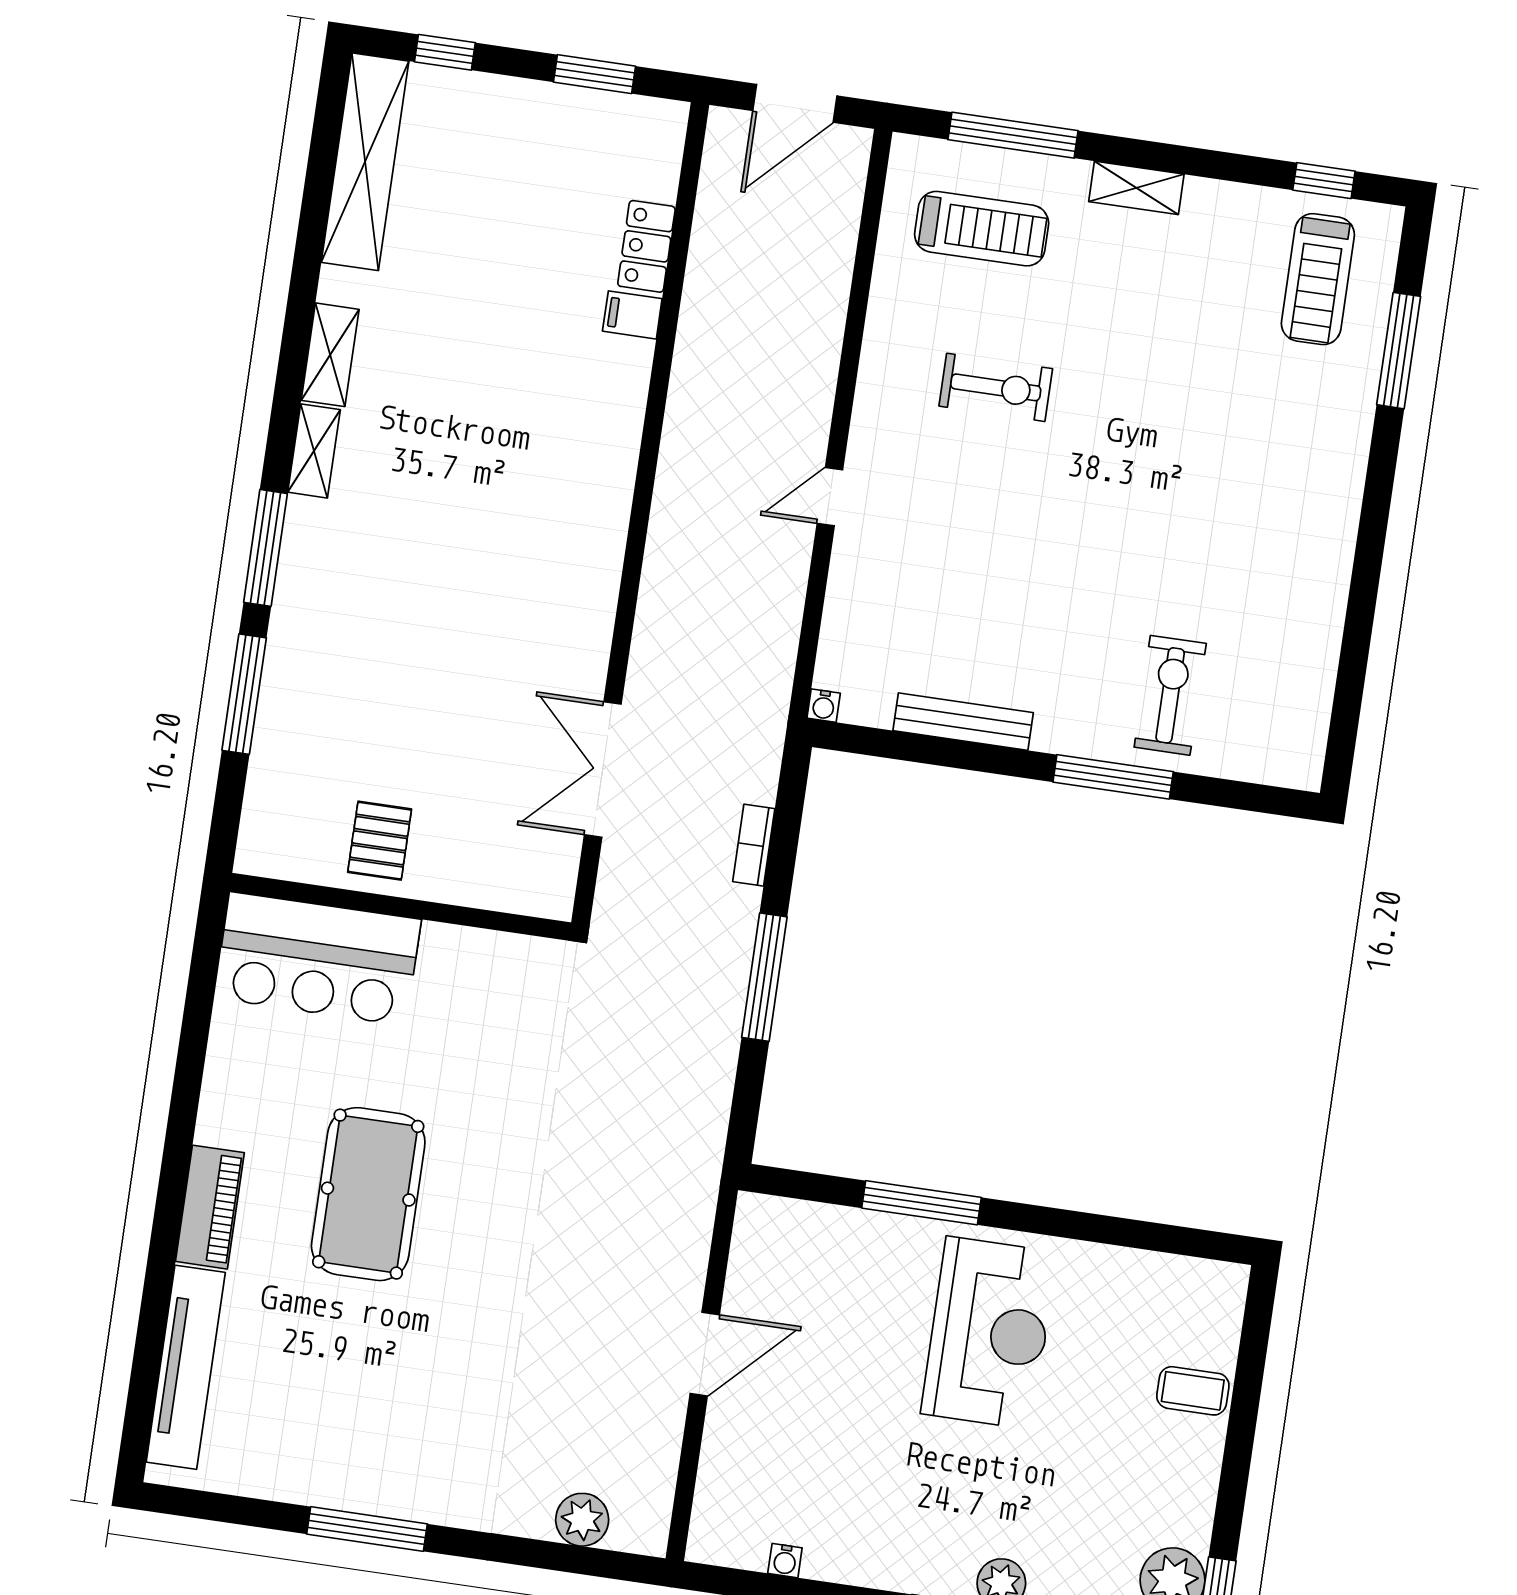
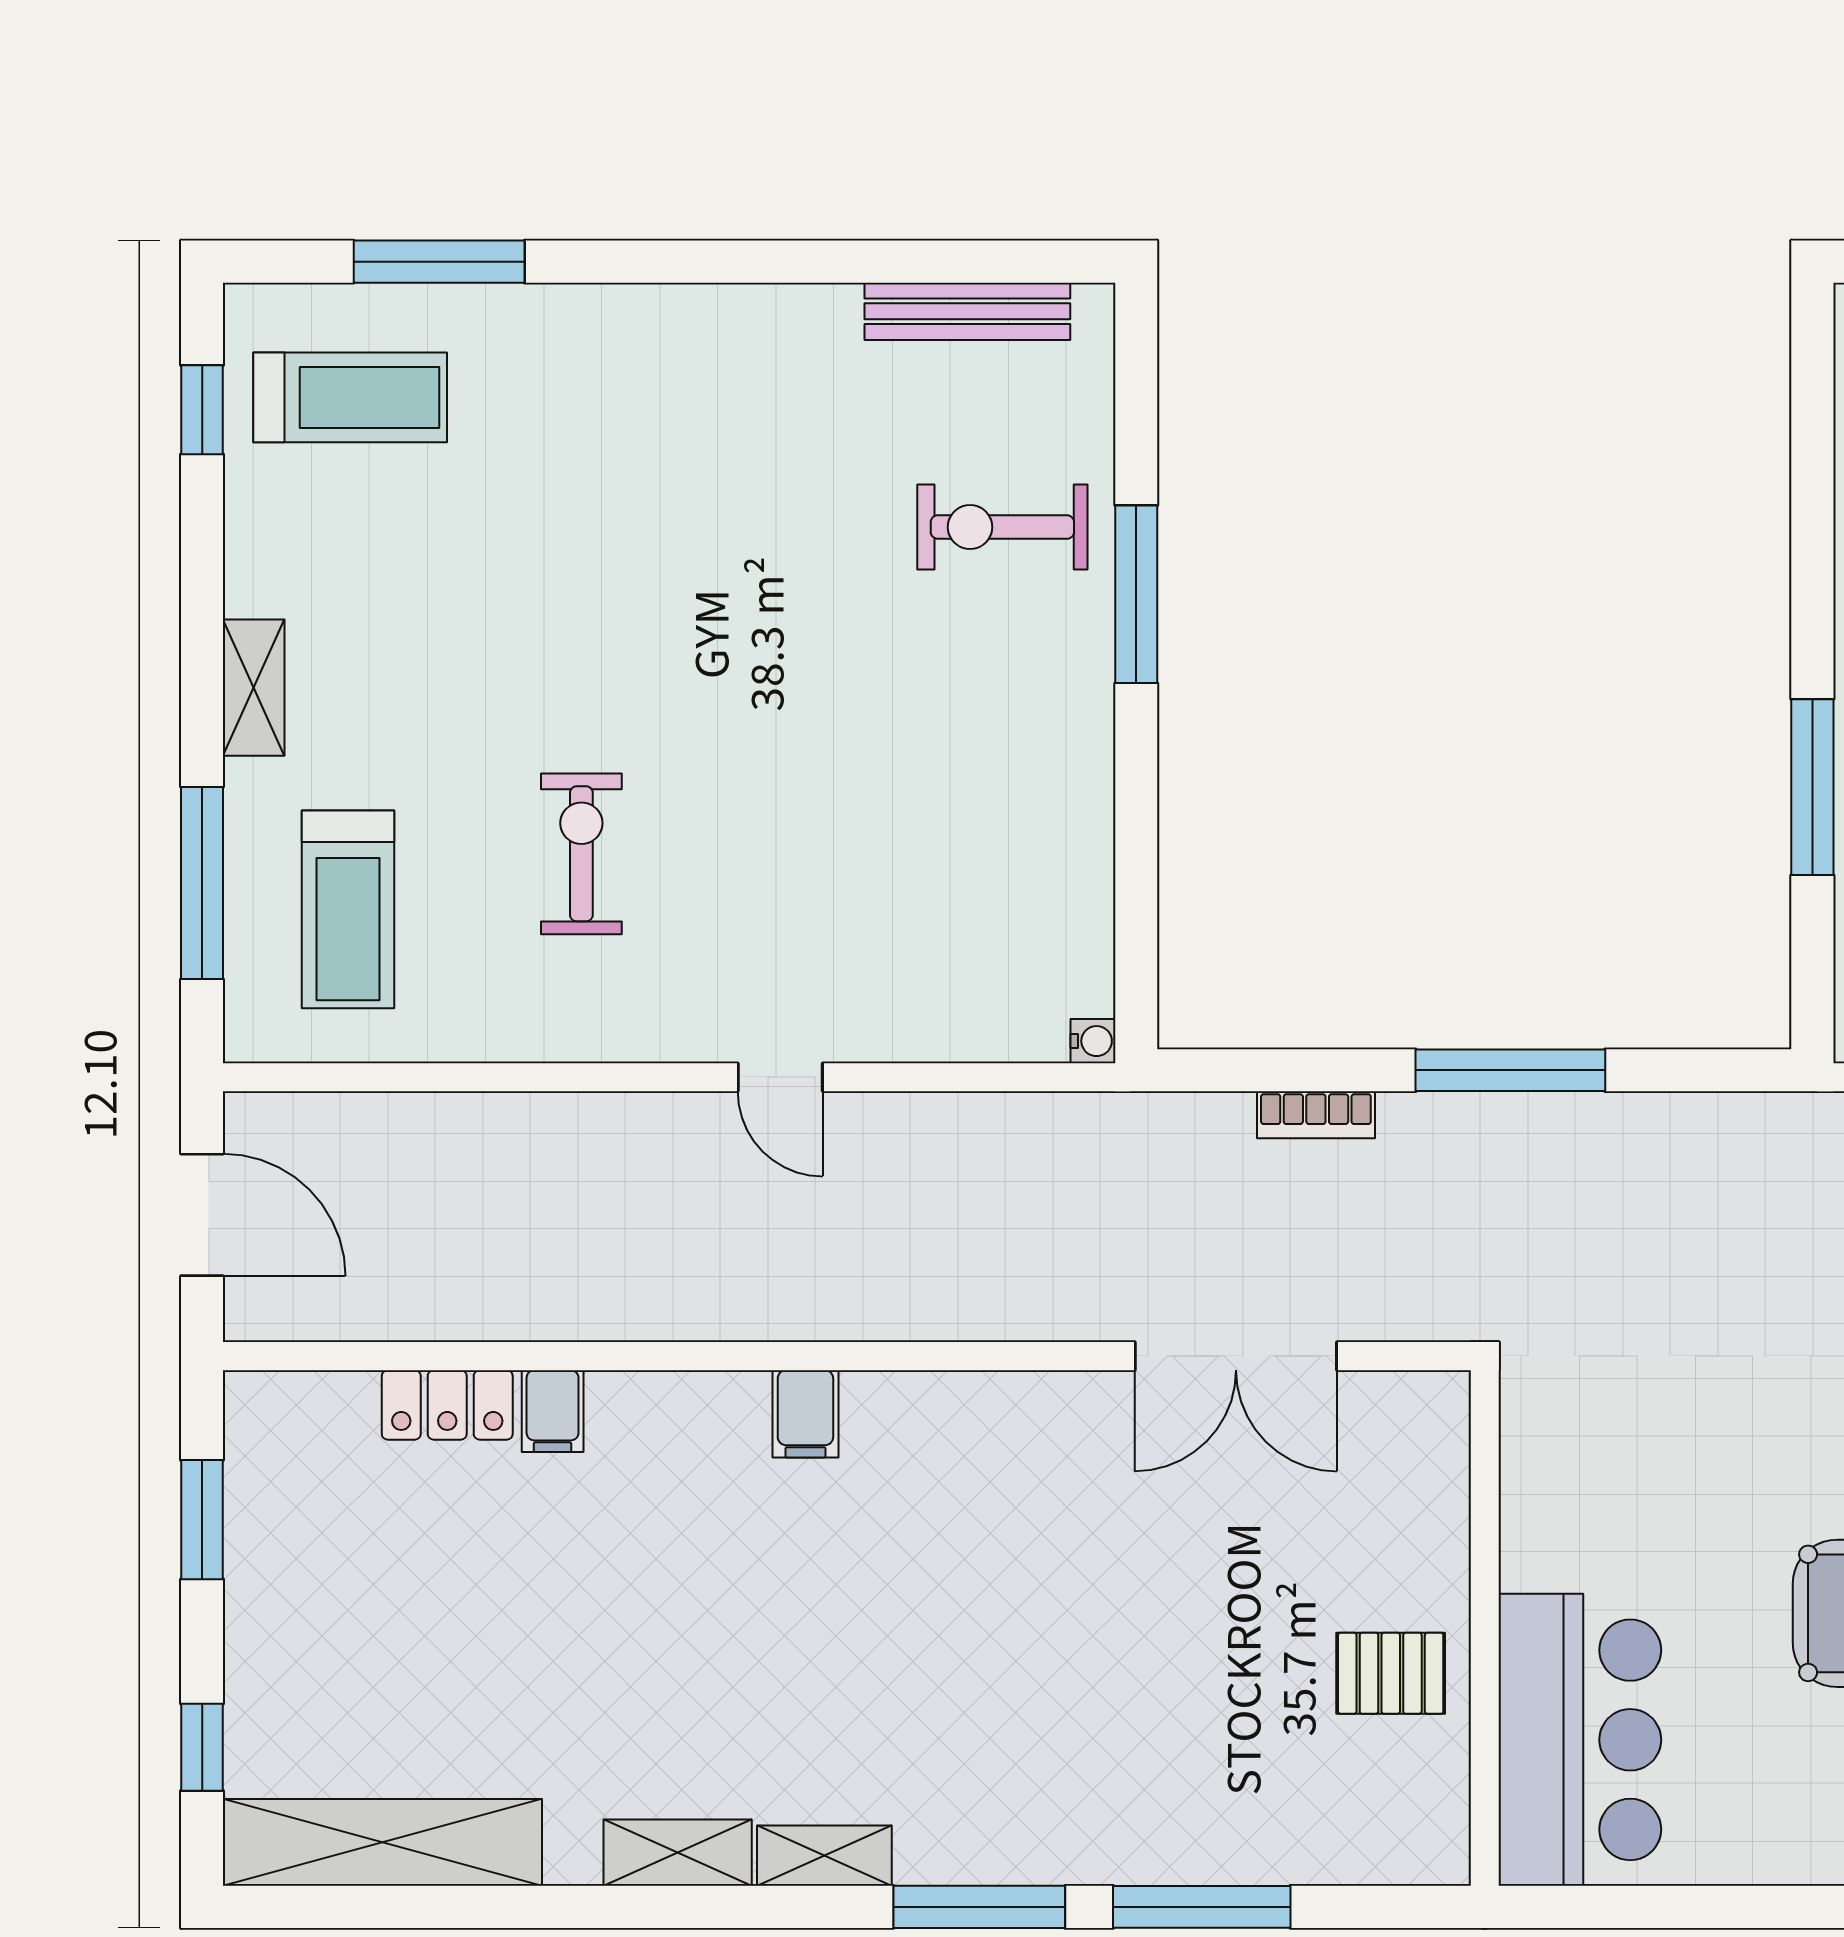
treadmill: (982, 229) -> (348, 909), turned 180
filing cabinet: (606, 481) -> (805, 1414), added
bench: (963, 722) -> (967, 311), moved, turned 90

